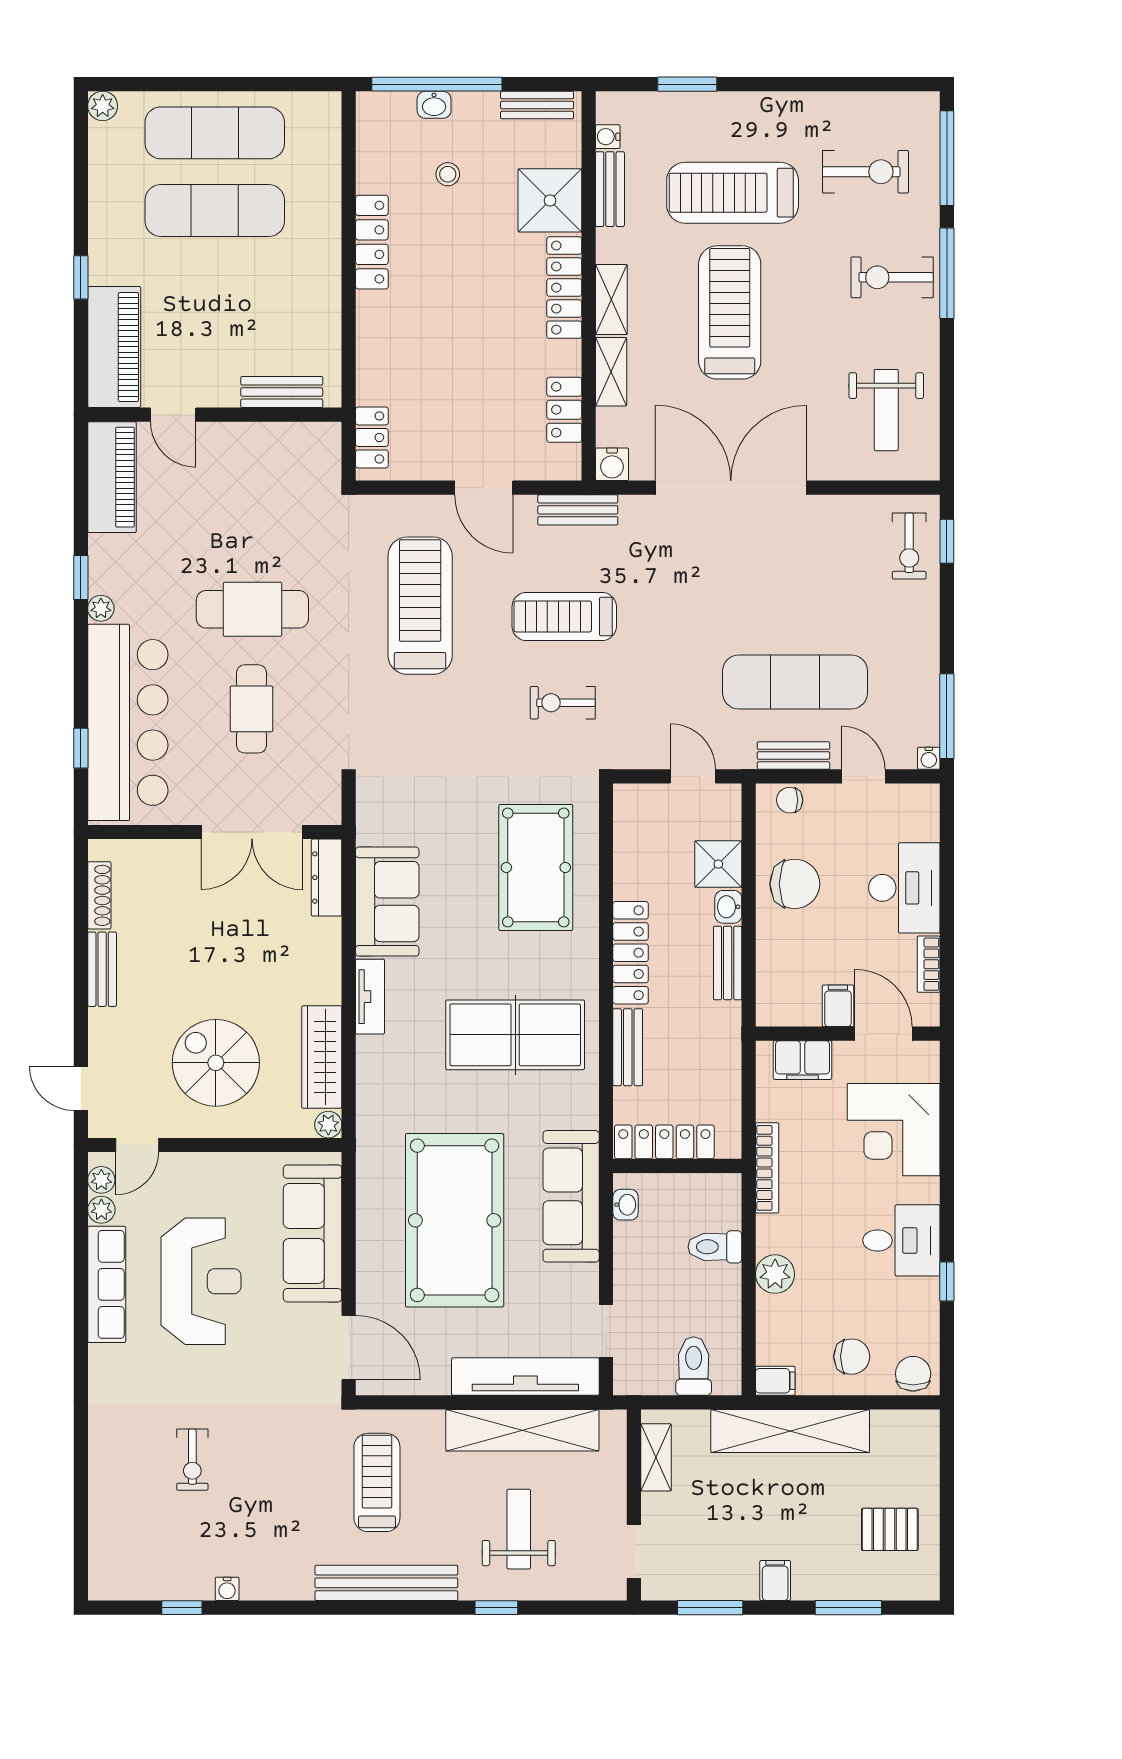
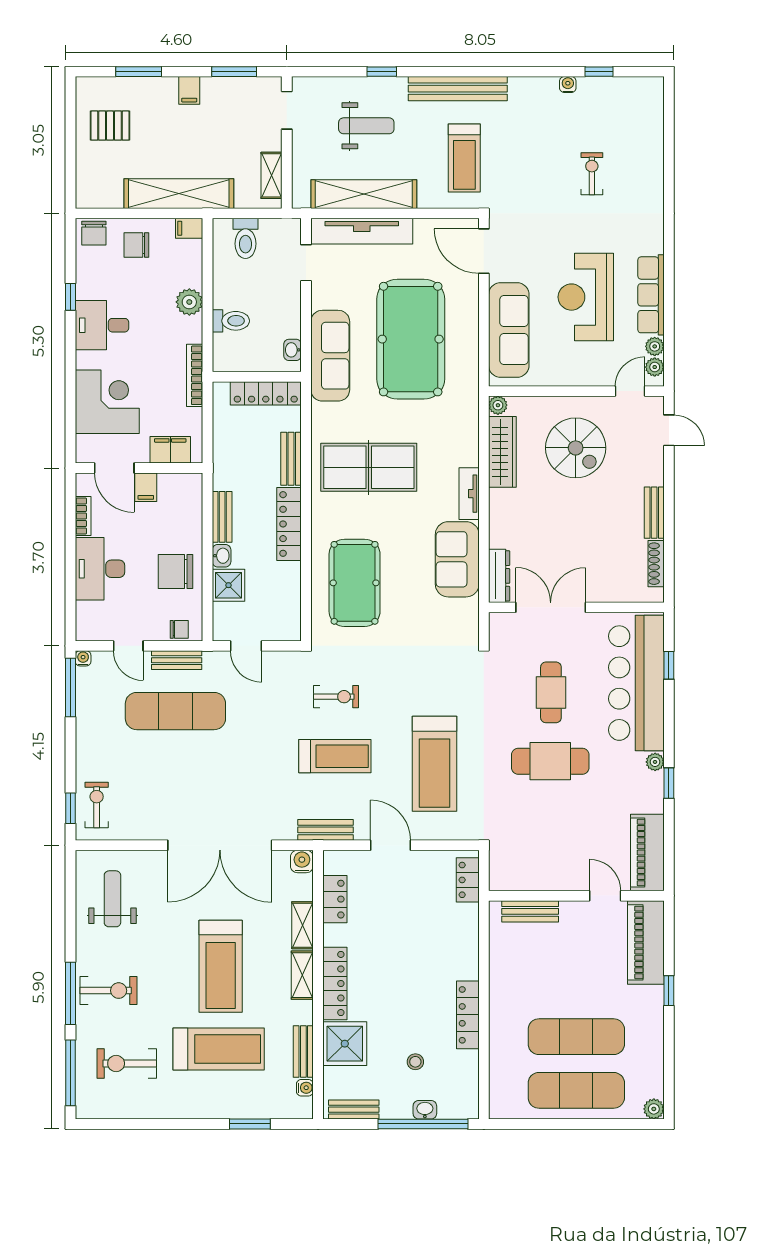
weight bench: (519, 1529) -> (366, 126), turned -90

